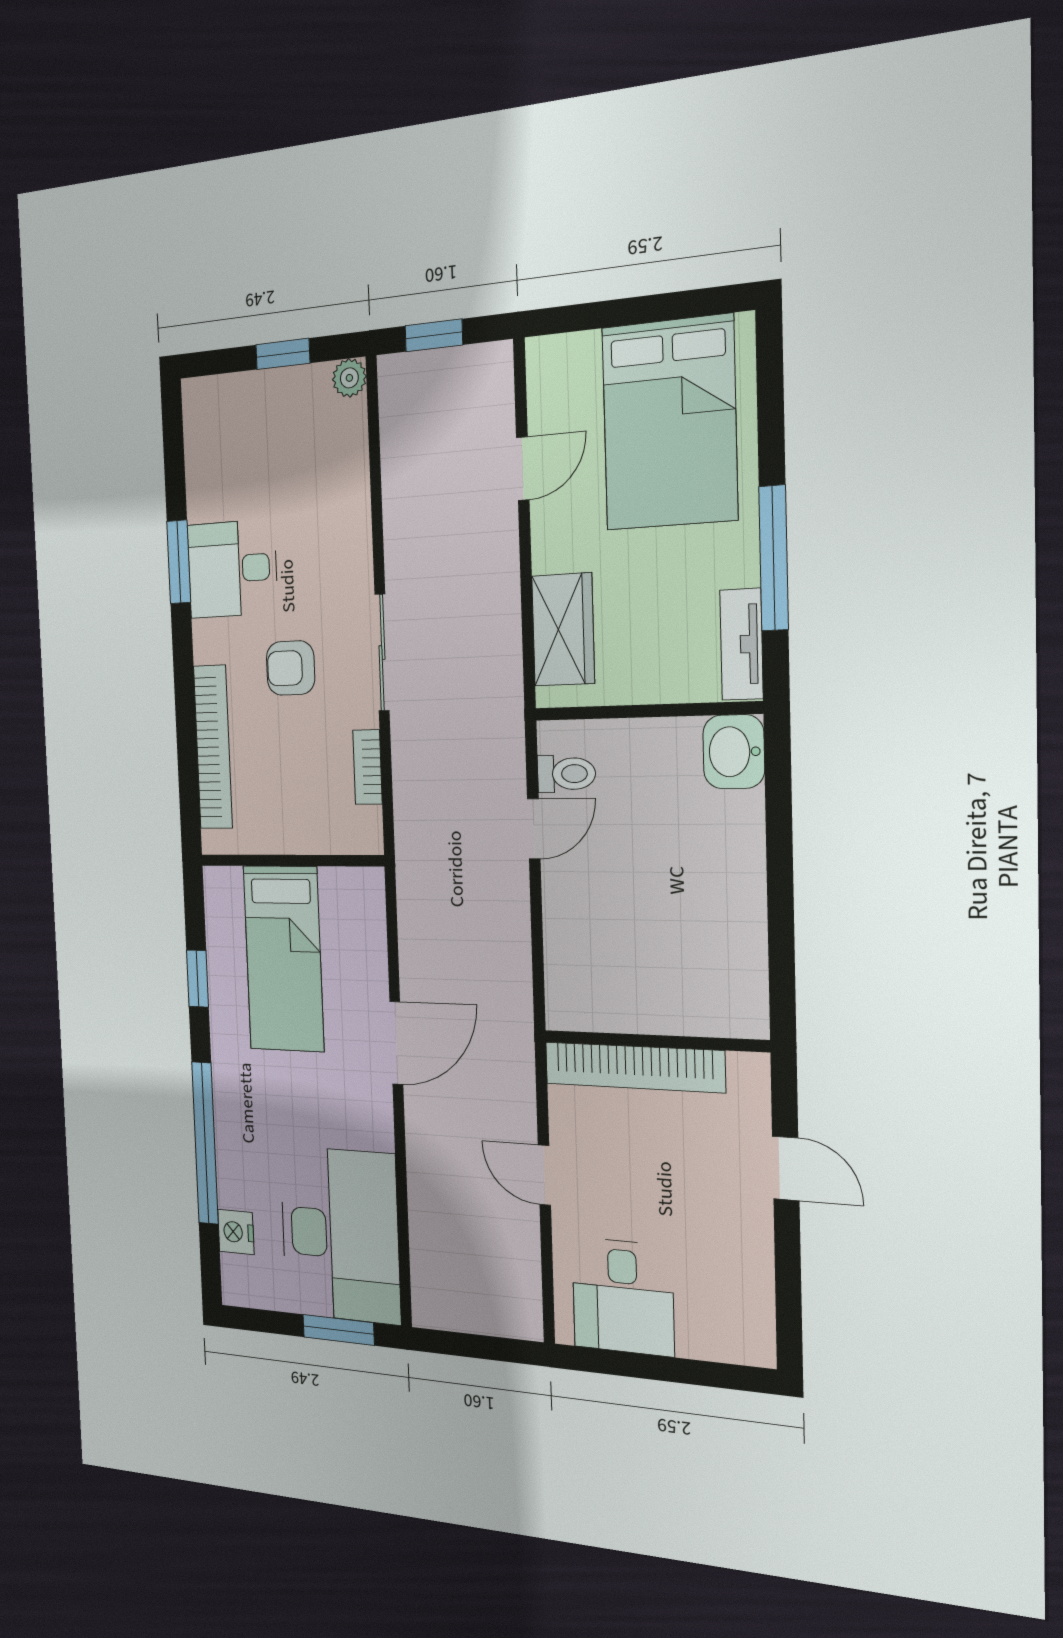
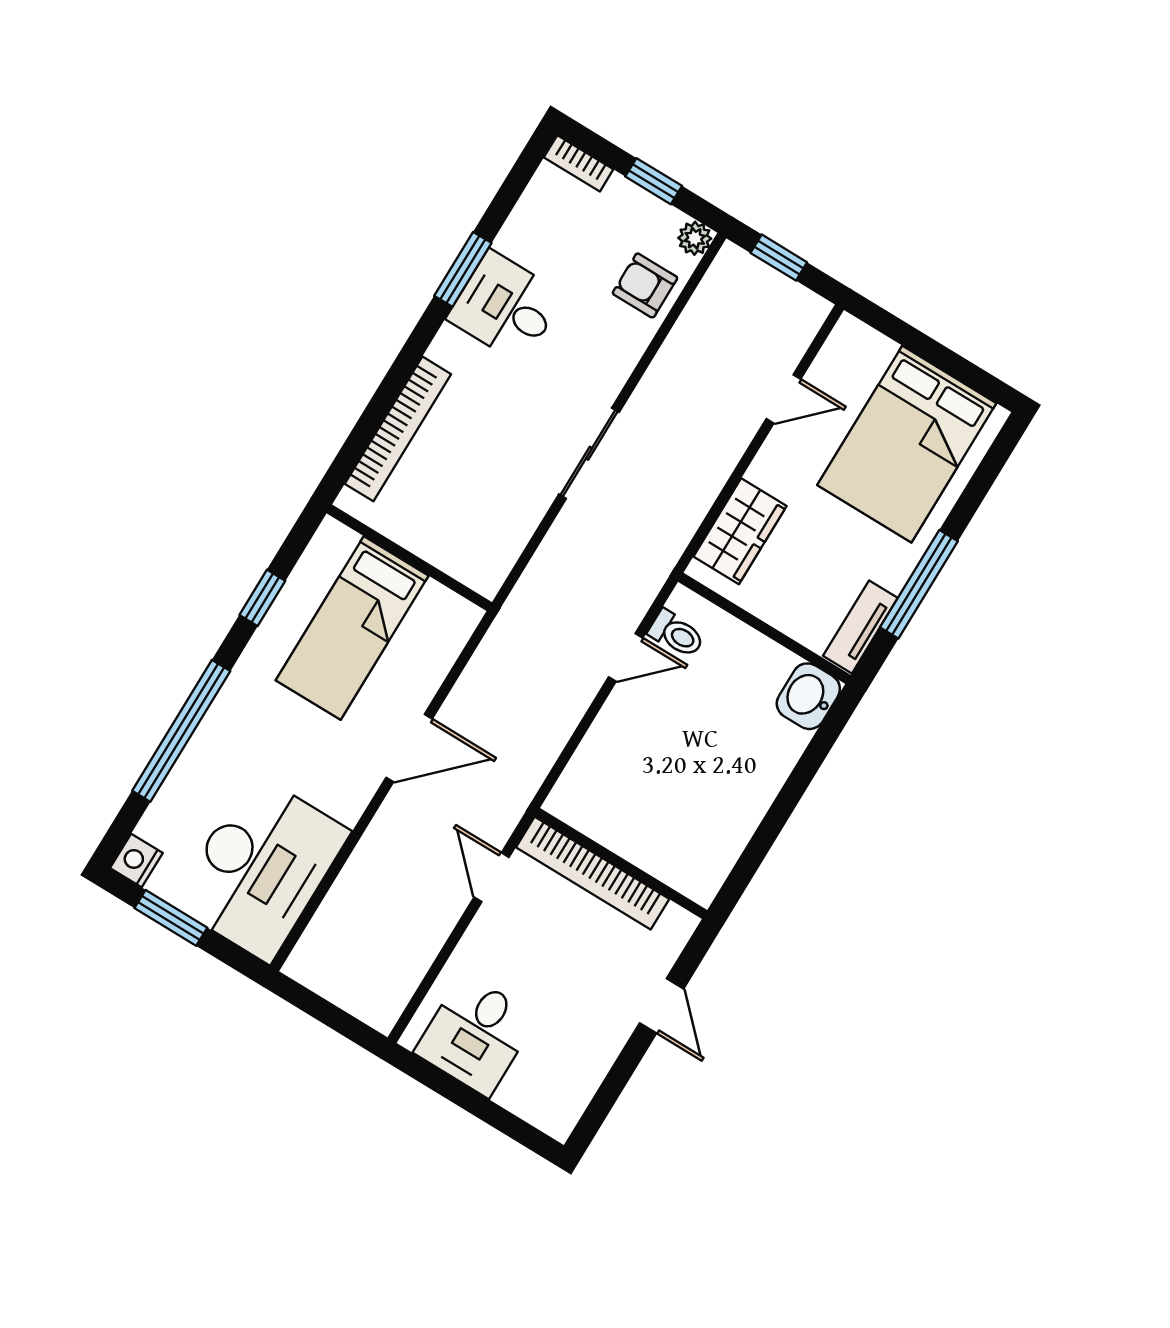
armchair: (291, 668) -> (645, 285), moved
bookcase: (368, 767) -> (579, 163), moved, turned -90
door: (544, 1175) -> (492, 877), moved
nightstand: (236, 1232) -> (136, 861), moved
window: (338, 1330) -> (171, 918), moved

